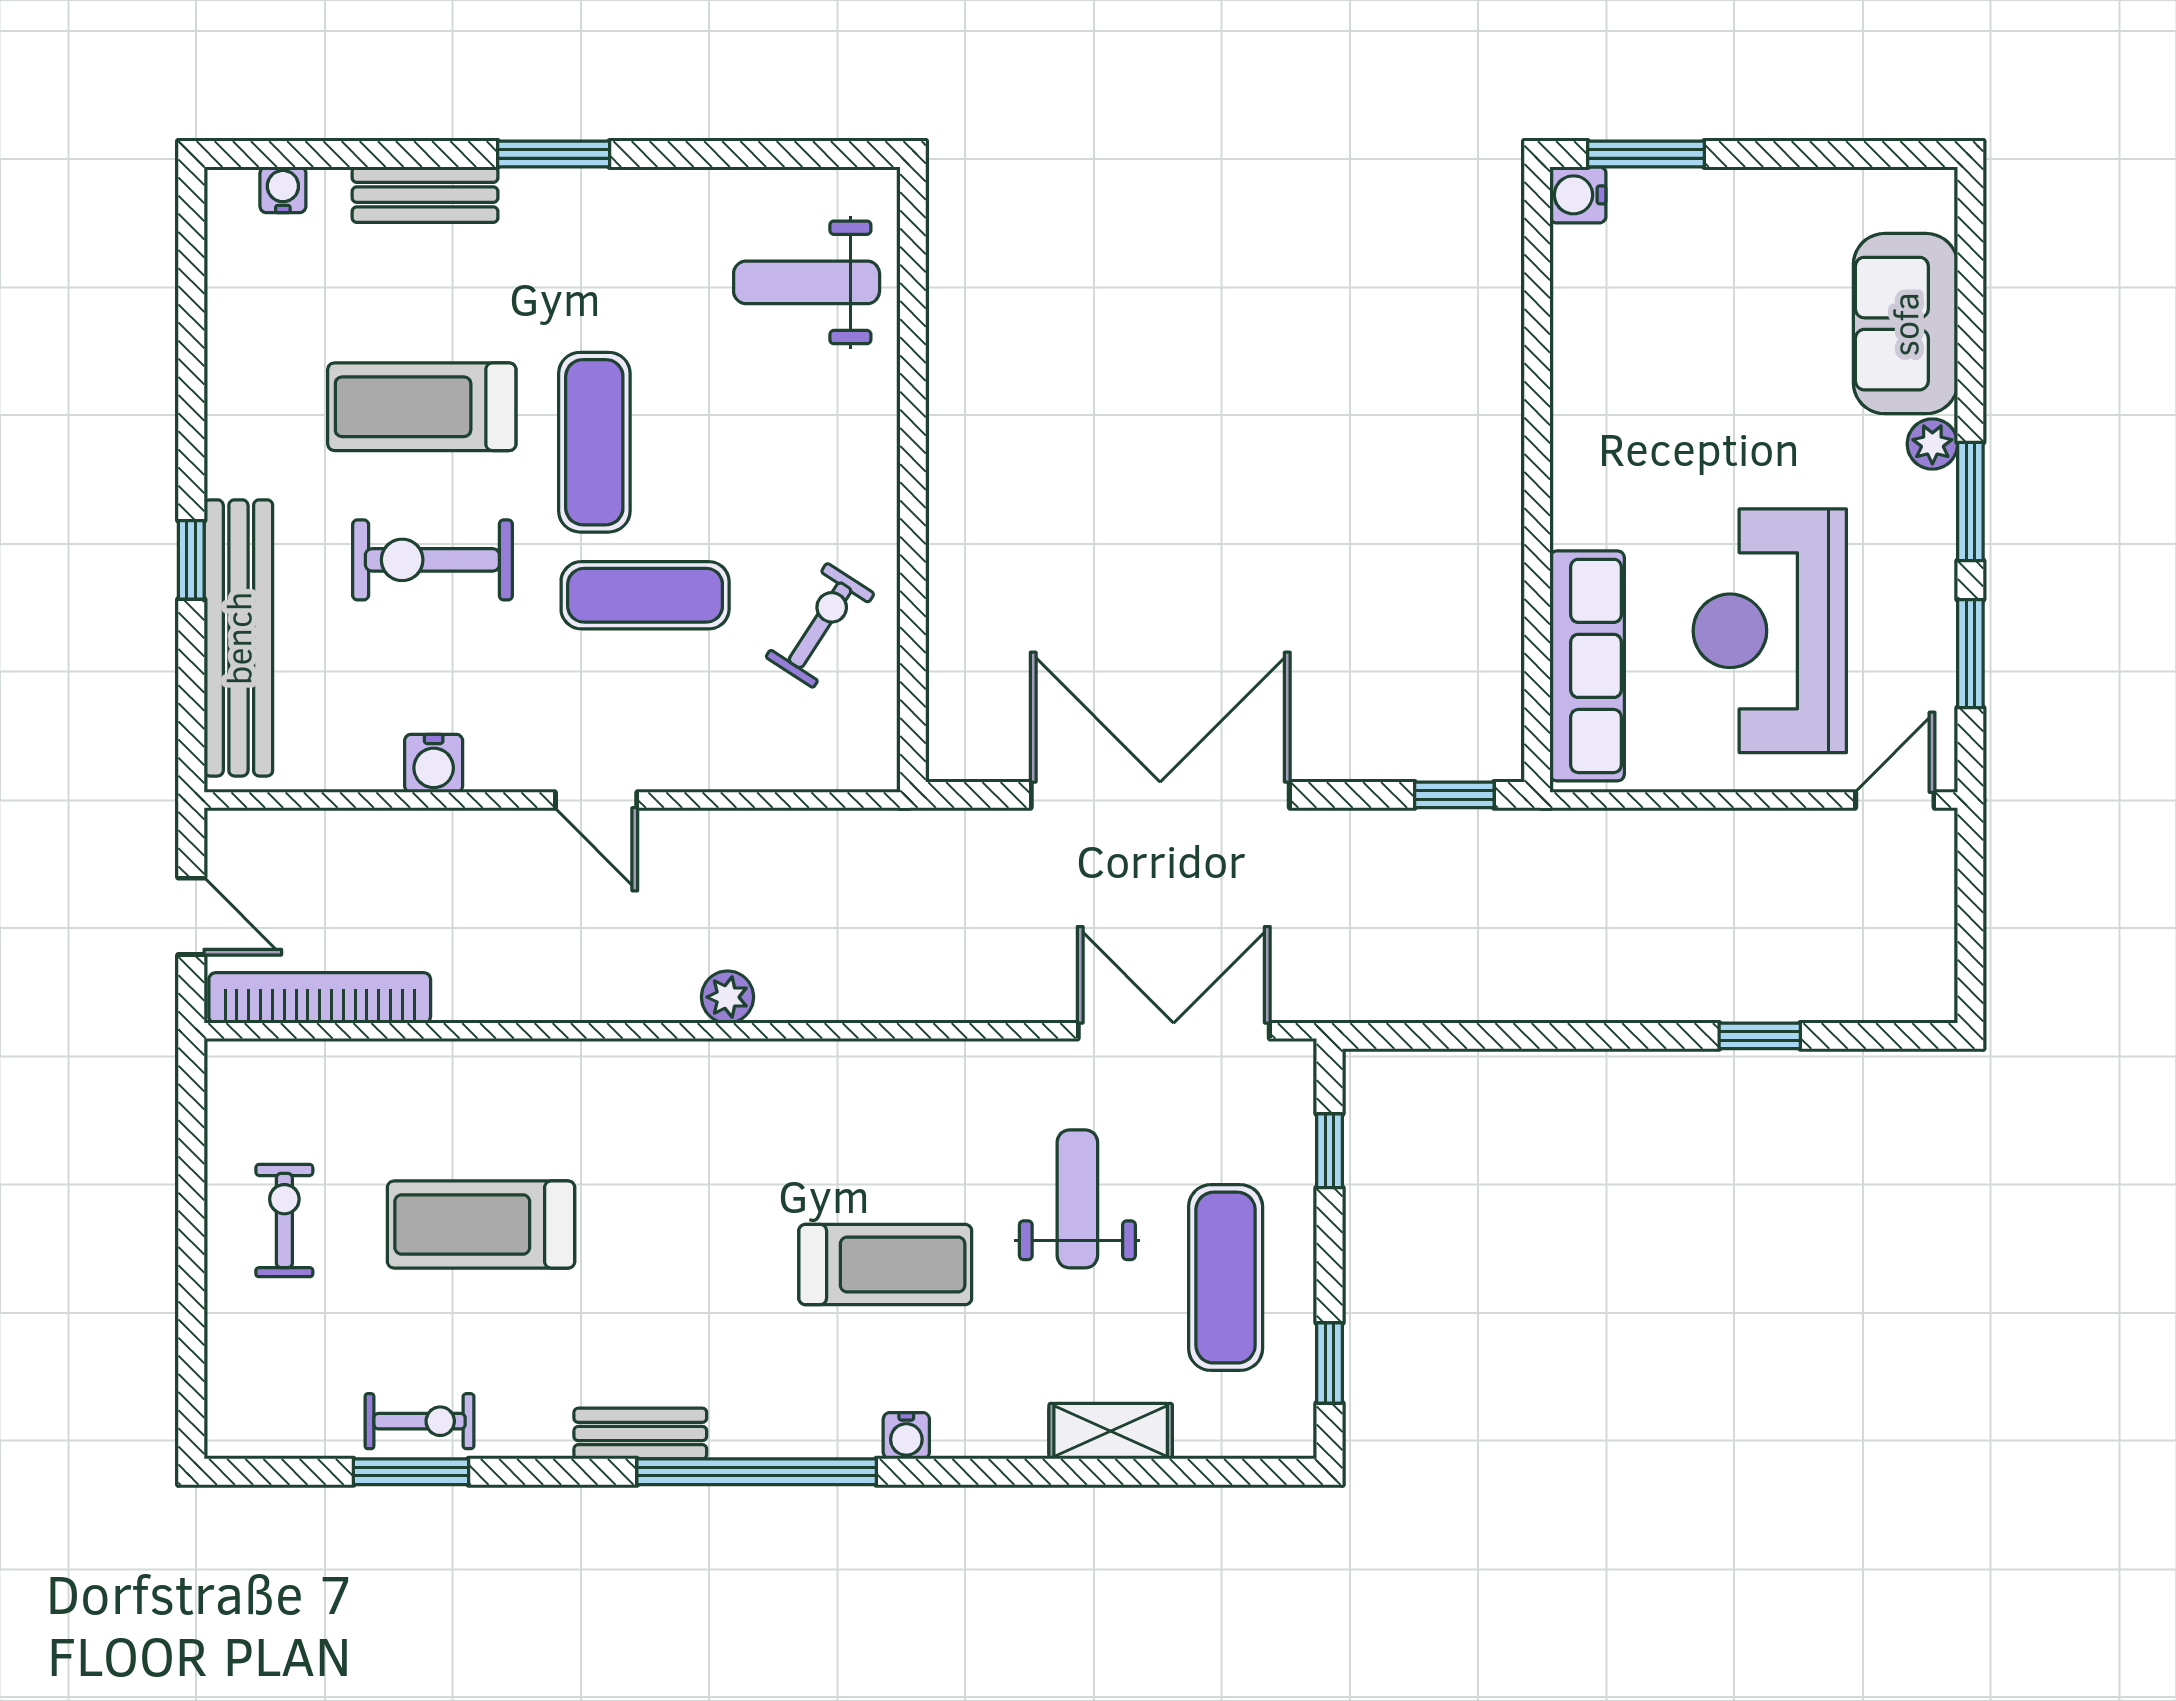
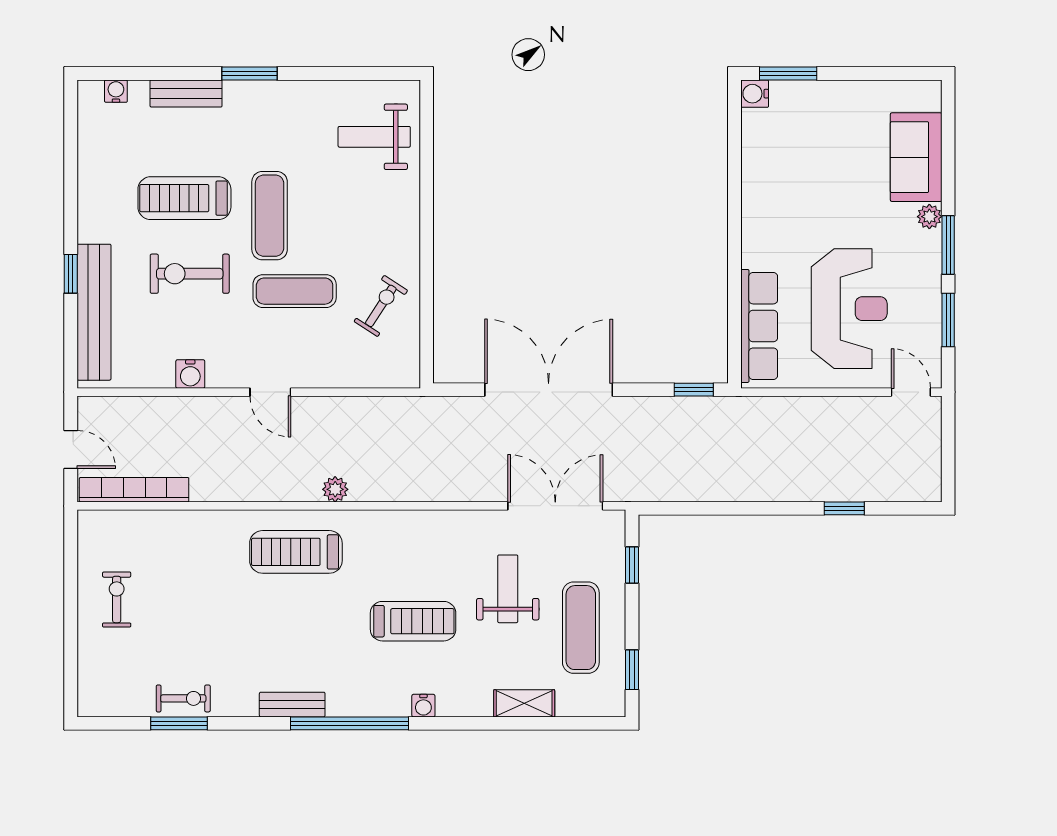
reception desk: (1770, 631) -> (849, 309), turned 180
door: (1895, 800) -> (911, 392), hinge flipped
treadmill: (481, 1224) -> (296, 552), moved

